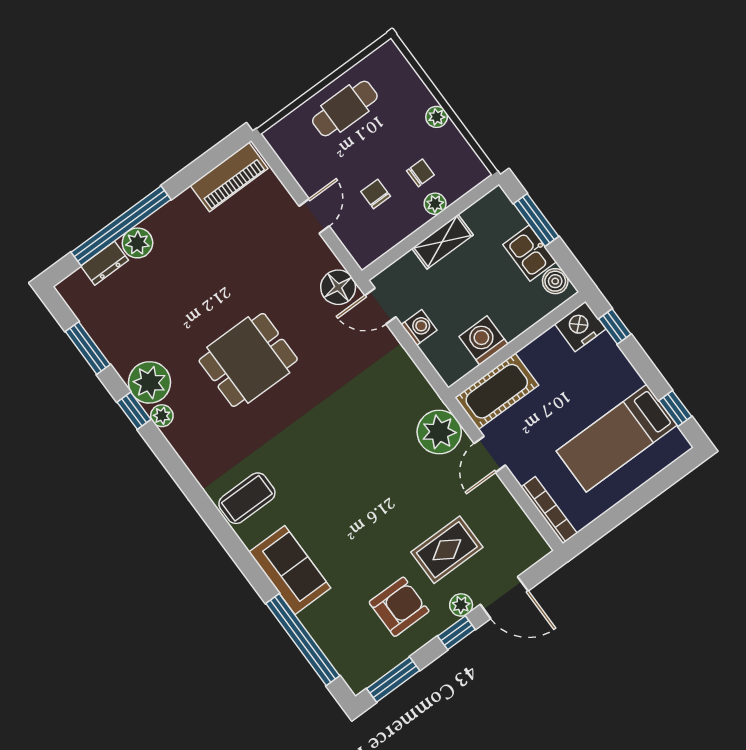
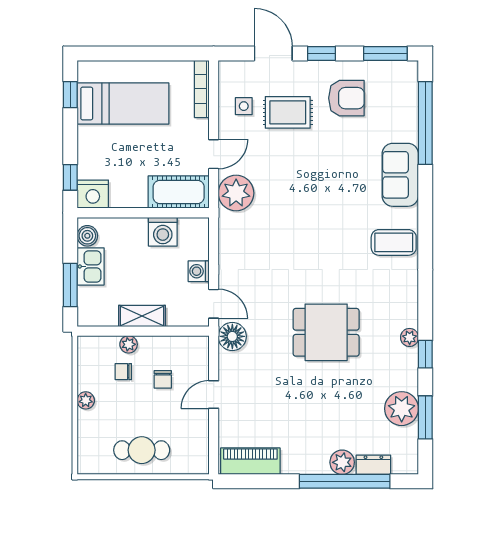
plant: (149, 382) -> (402, 409), moved
side table: (495, 524) -> (244, 106), added
plant: (461, 605) -> (305, 69), removed
armchair: (399, 607) -> (346, 98), turned 180

